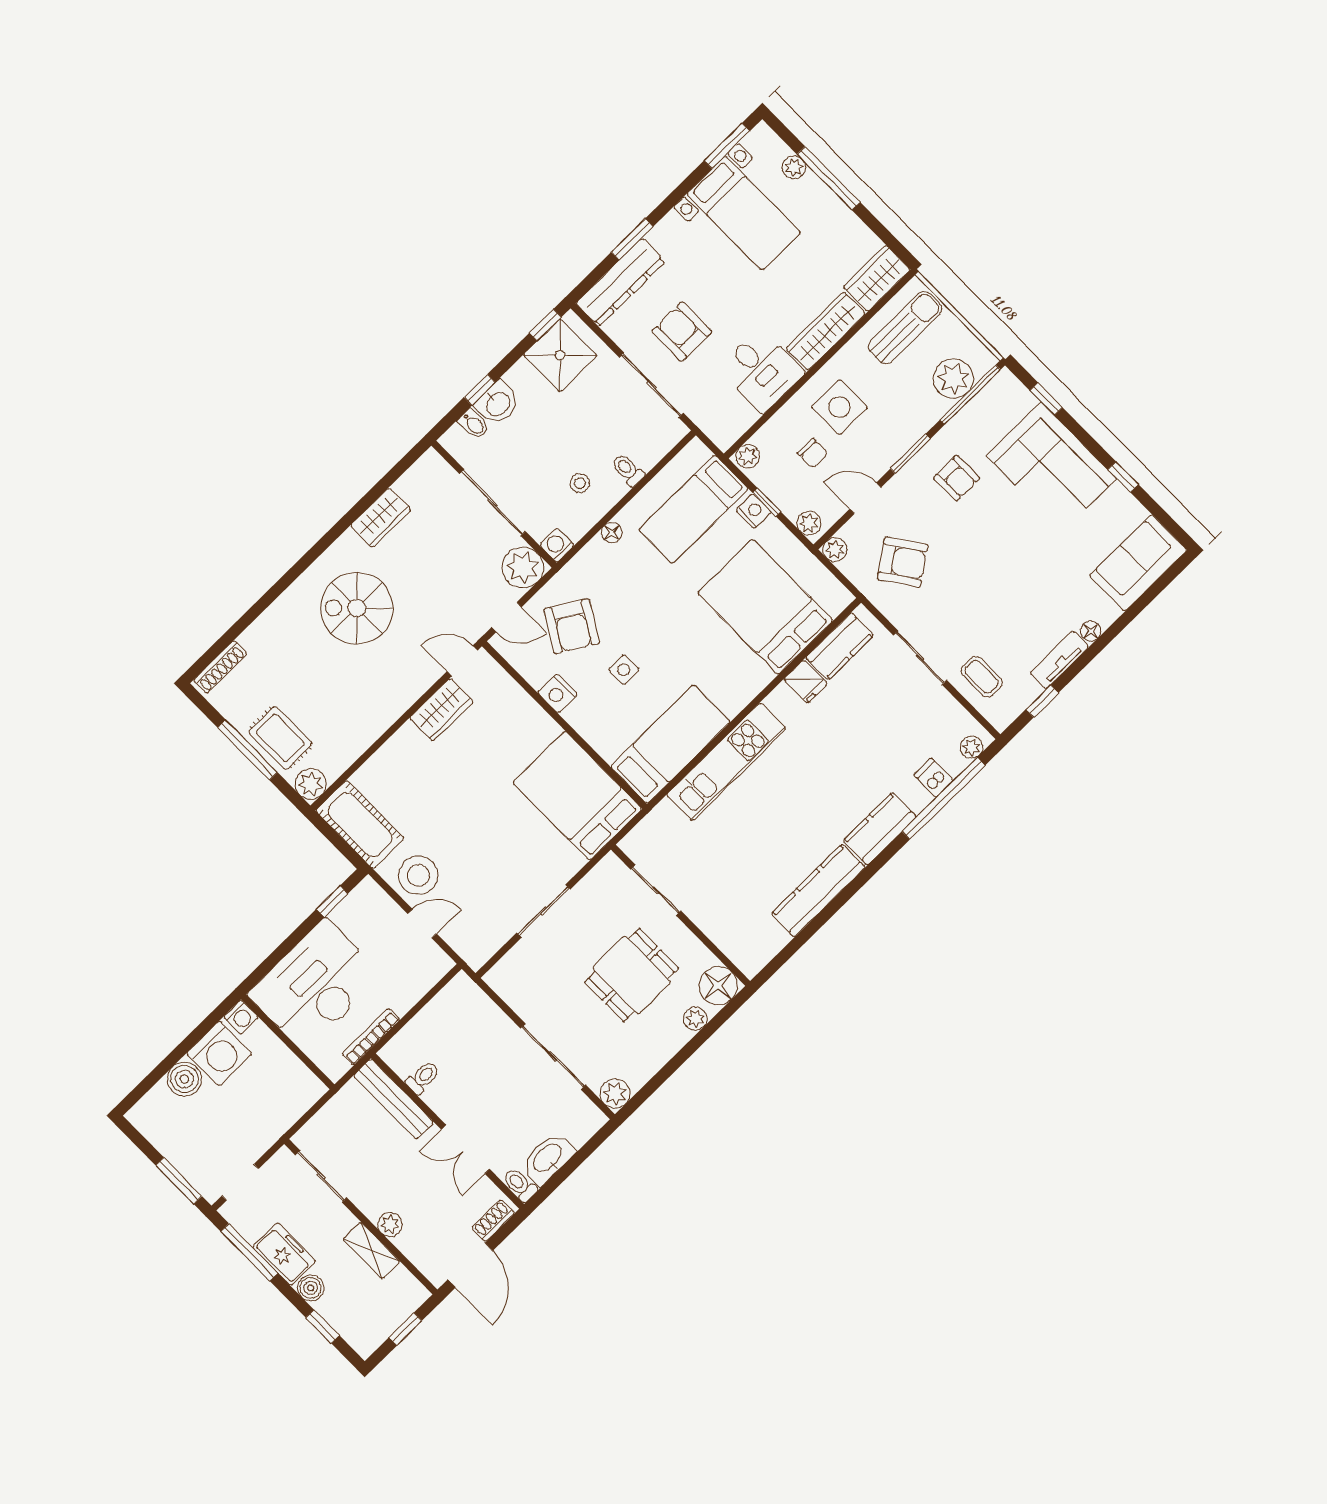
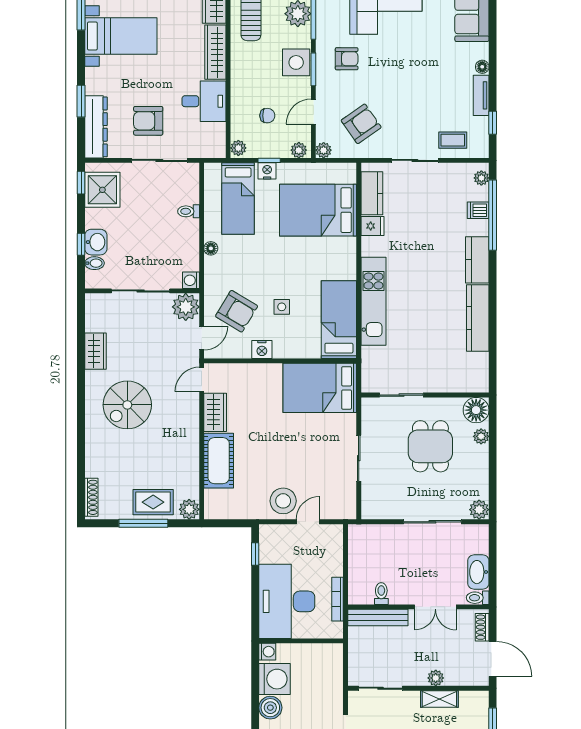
side table: (839, 407) -> (296, 62), moved
stool: (580, 483) -> (172, 240), removed
cot: (360, 825) -> (219, 461), moved, turned 90

